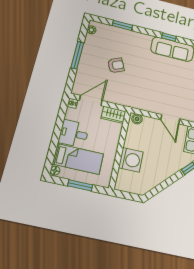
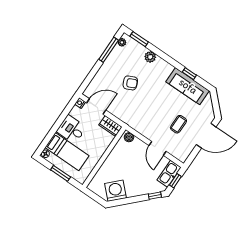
window: (122, 25) -> (139, 39), moved
plant: (125, 34) -> (150, 57), added
window: (77, 55) -> (109, 50), moved
coffee table: (180, 88) -> (178, 124), added
washing machine: (131, 160) -> (116, 191), moved, turned -135

